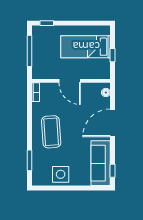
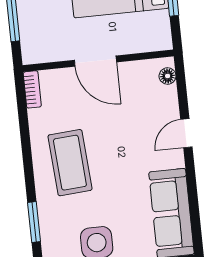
door: (112, 123) -> (186, 133), width x0.53
window: (112, 171) -> (196, 225), removed

